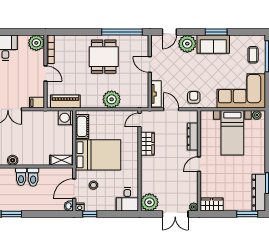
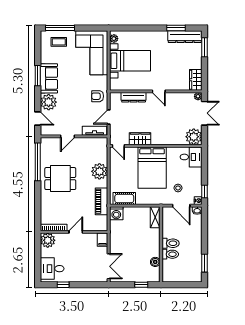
piano: (65, 102) -> (101, 201), moved
bed: (98, 155) -> (152, 168), moved, turned 180

